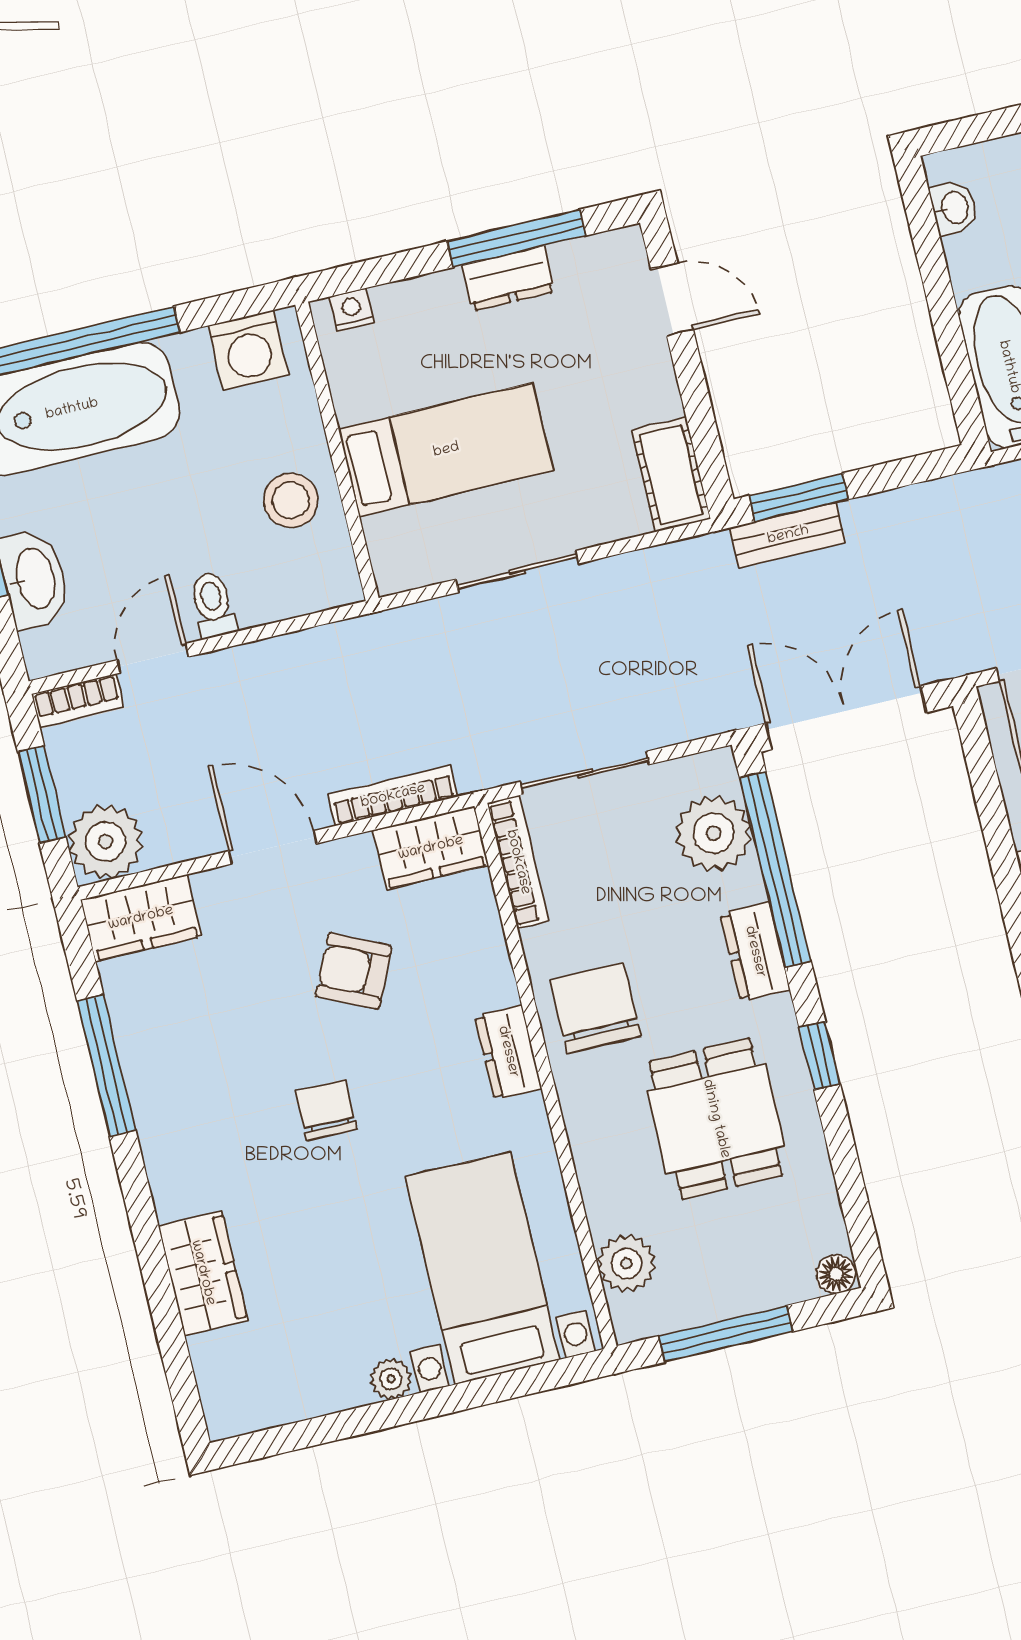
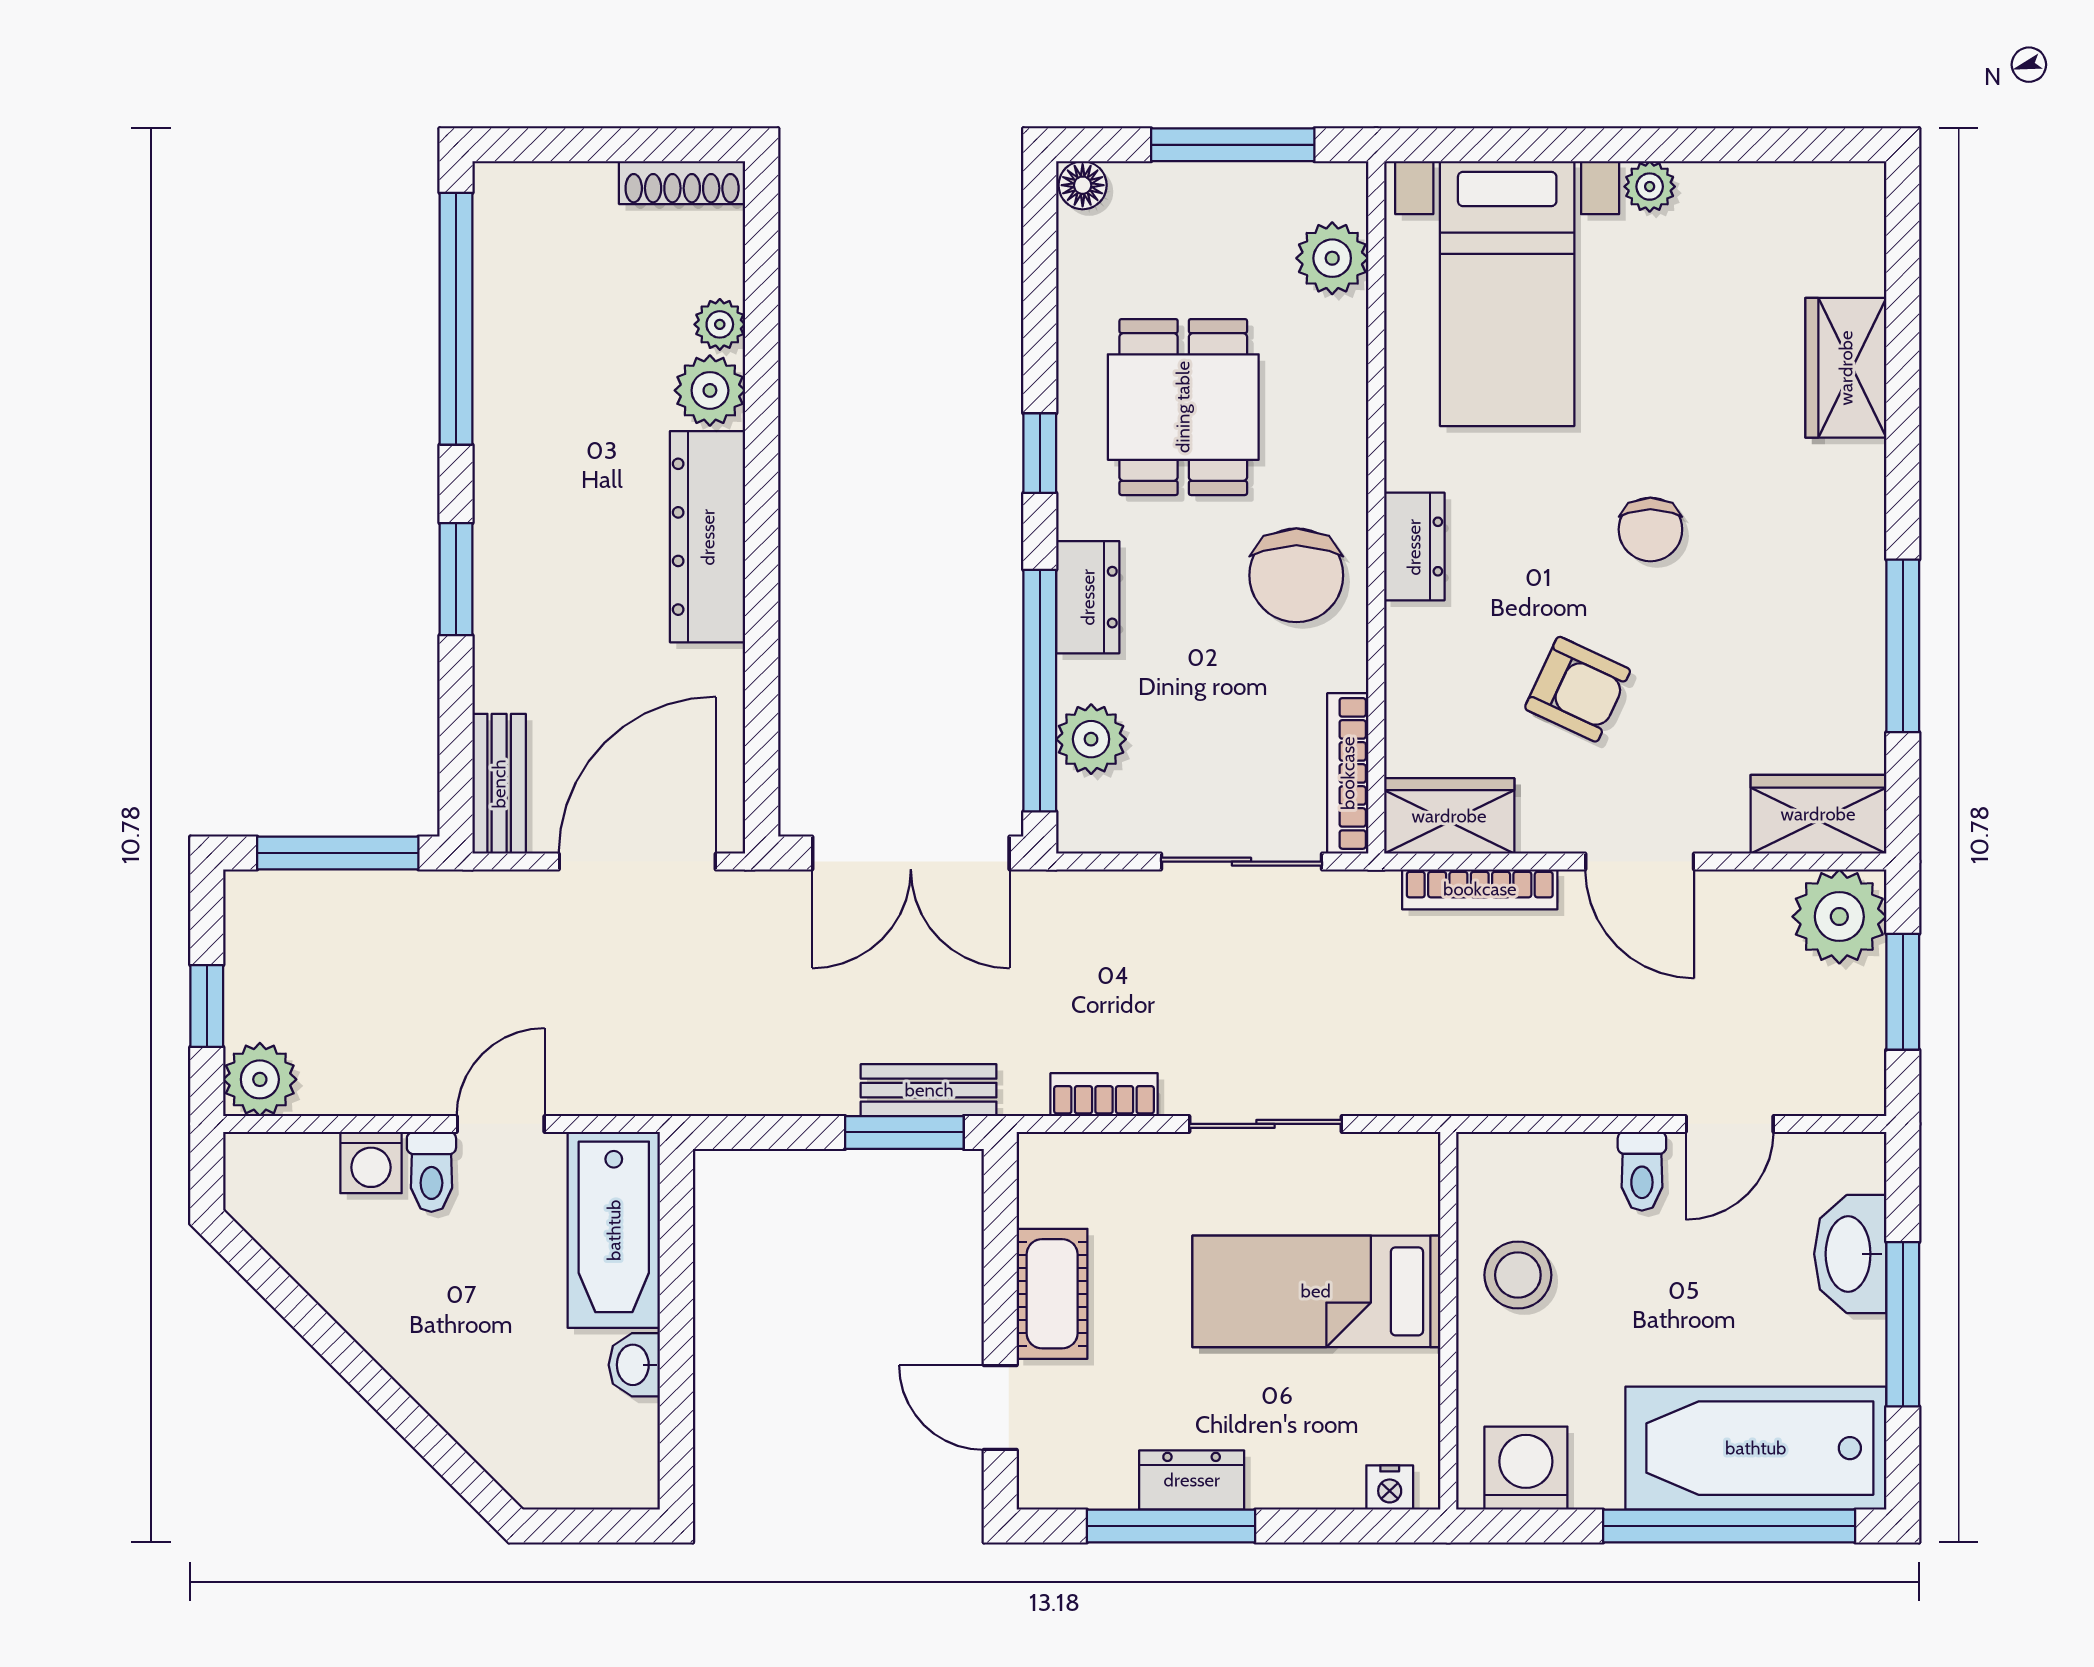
washbasin: (954, 208) -> (634, 1365), moved
cot: (671, 475) -> (1052, 1294), moved
bookcase: (77, 701) -> (1104, 1095), moved
plant: (714, 833) -> (1091, 739), width x0.73, depth x0.73

